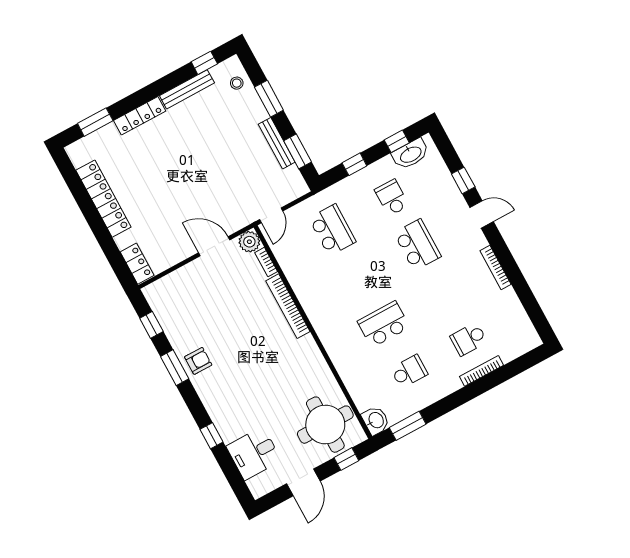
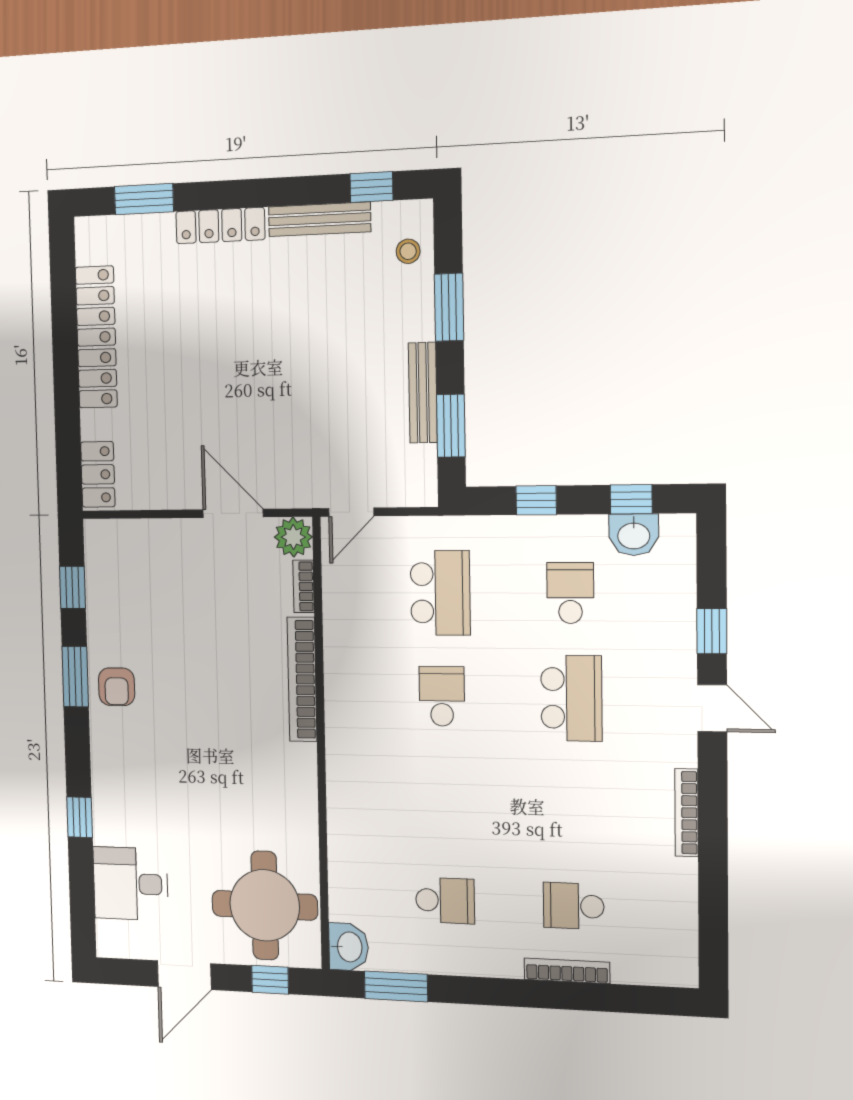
washbasin: (410, 154) -> (634, 535), width x0.72
school desk: (384, 324) -> (442, 696), moved, width x0.54
armchair: (198, 361) -> (117, 687), turned 90

